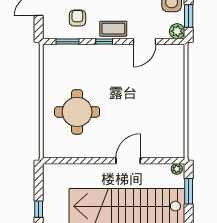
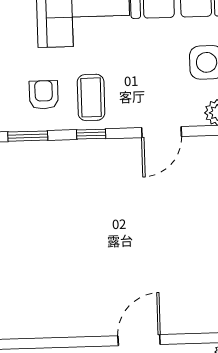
coffee table: (113, 29) -> (91, 97), moved, turned 90
round table: (77, 112) -> (48, 258), removed

